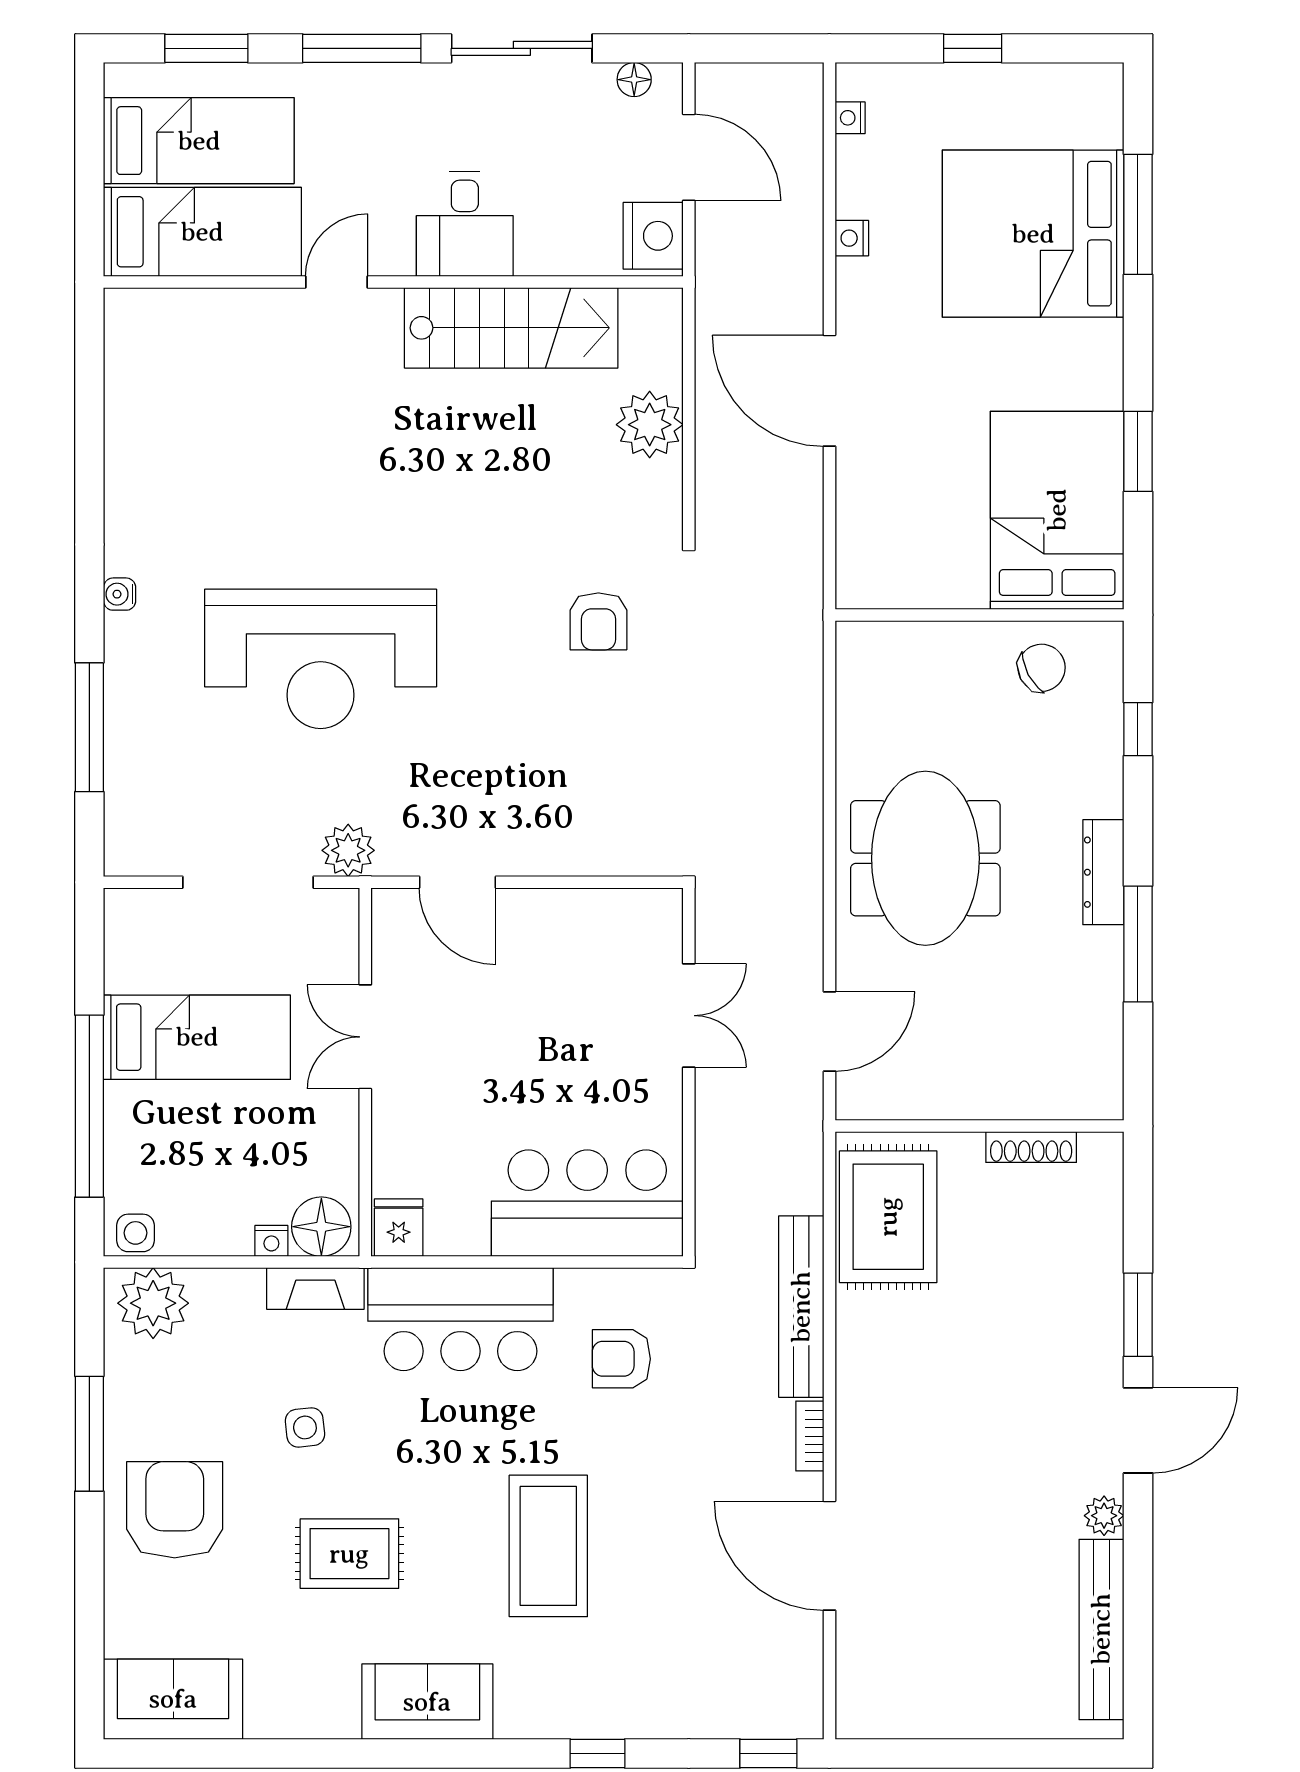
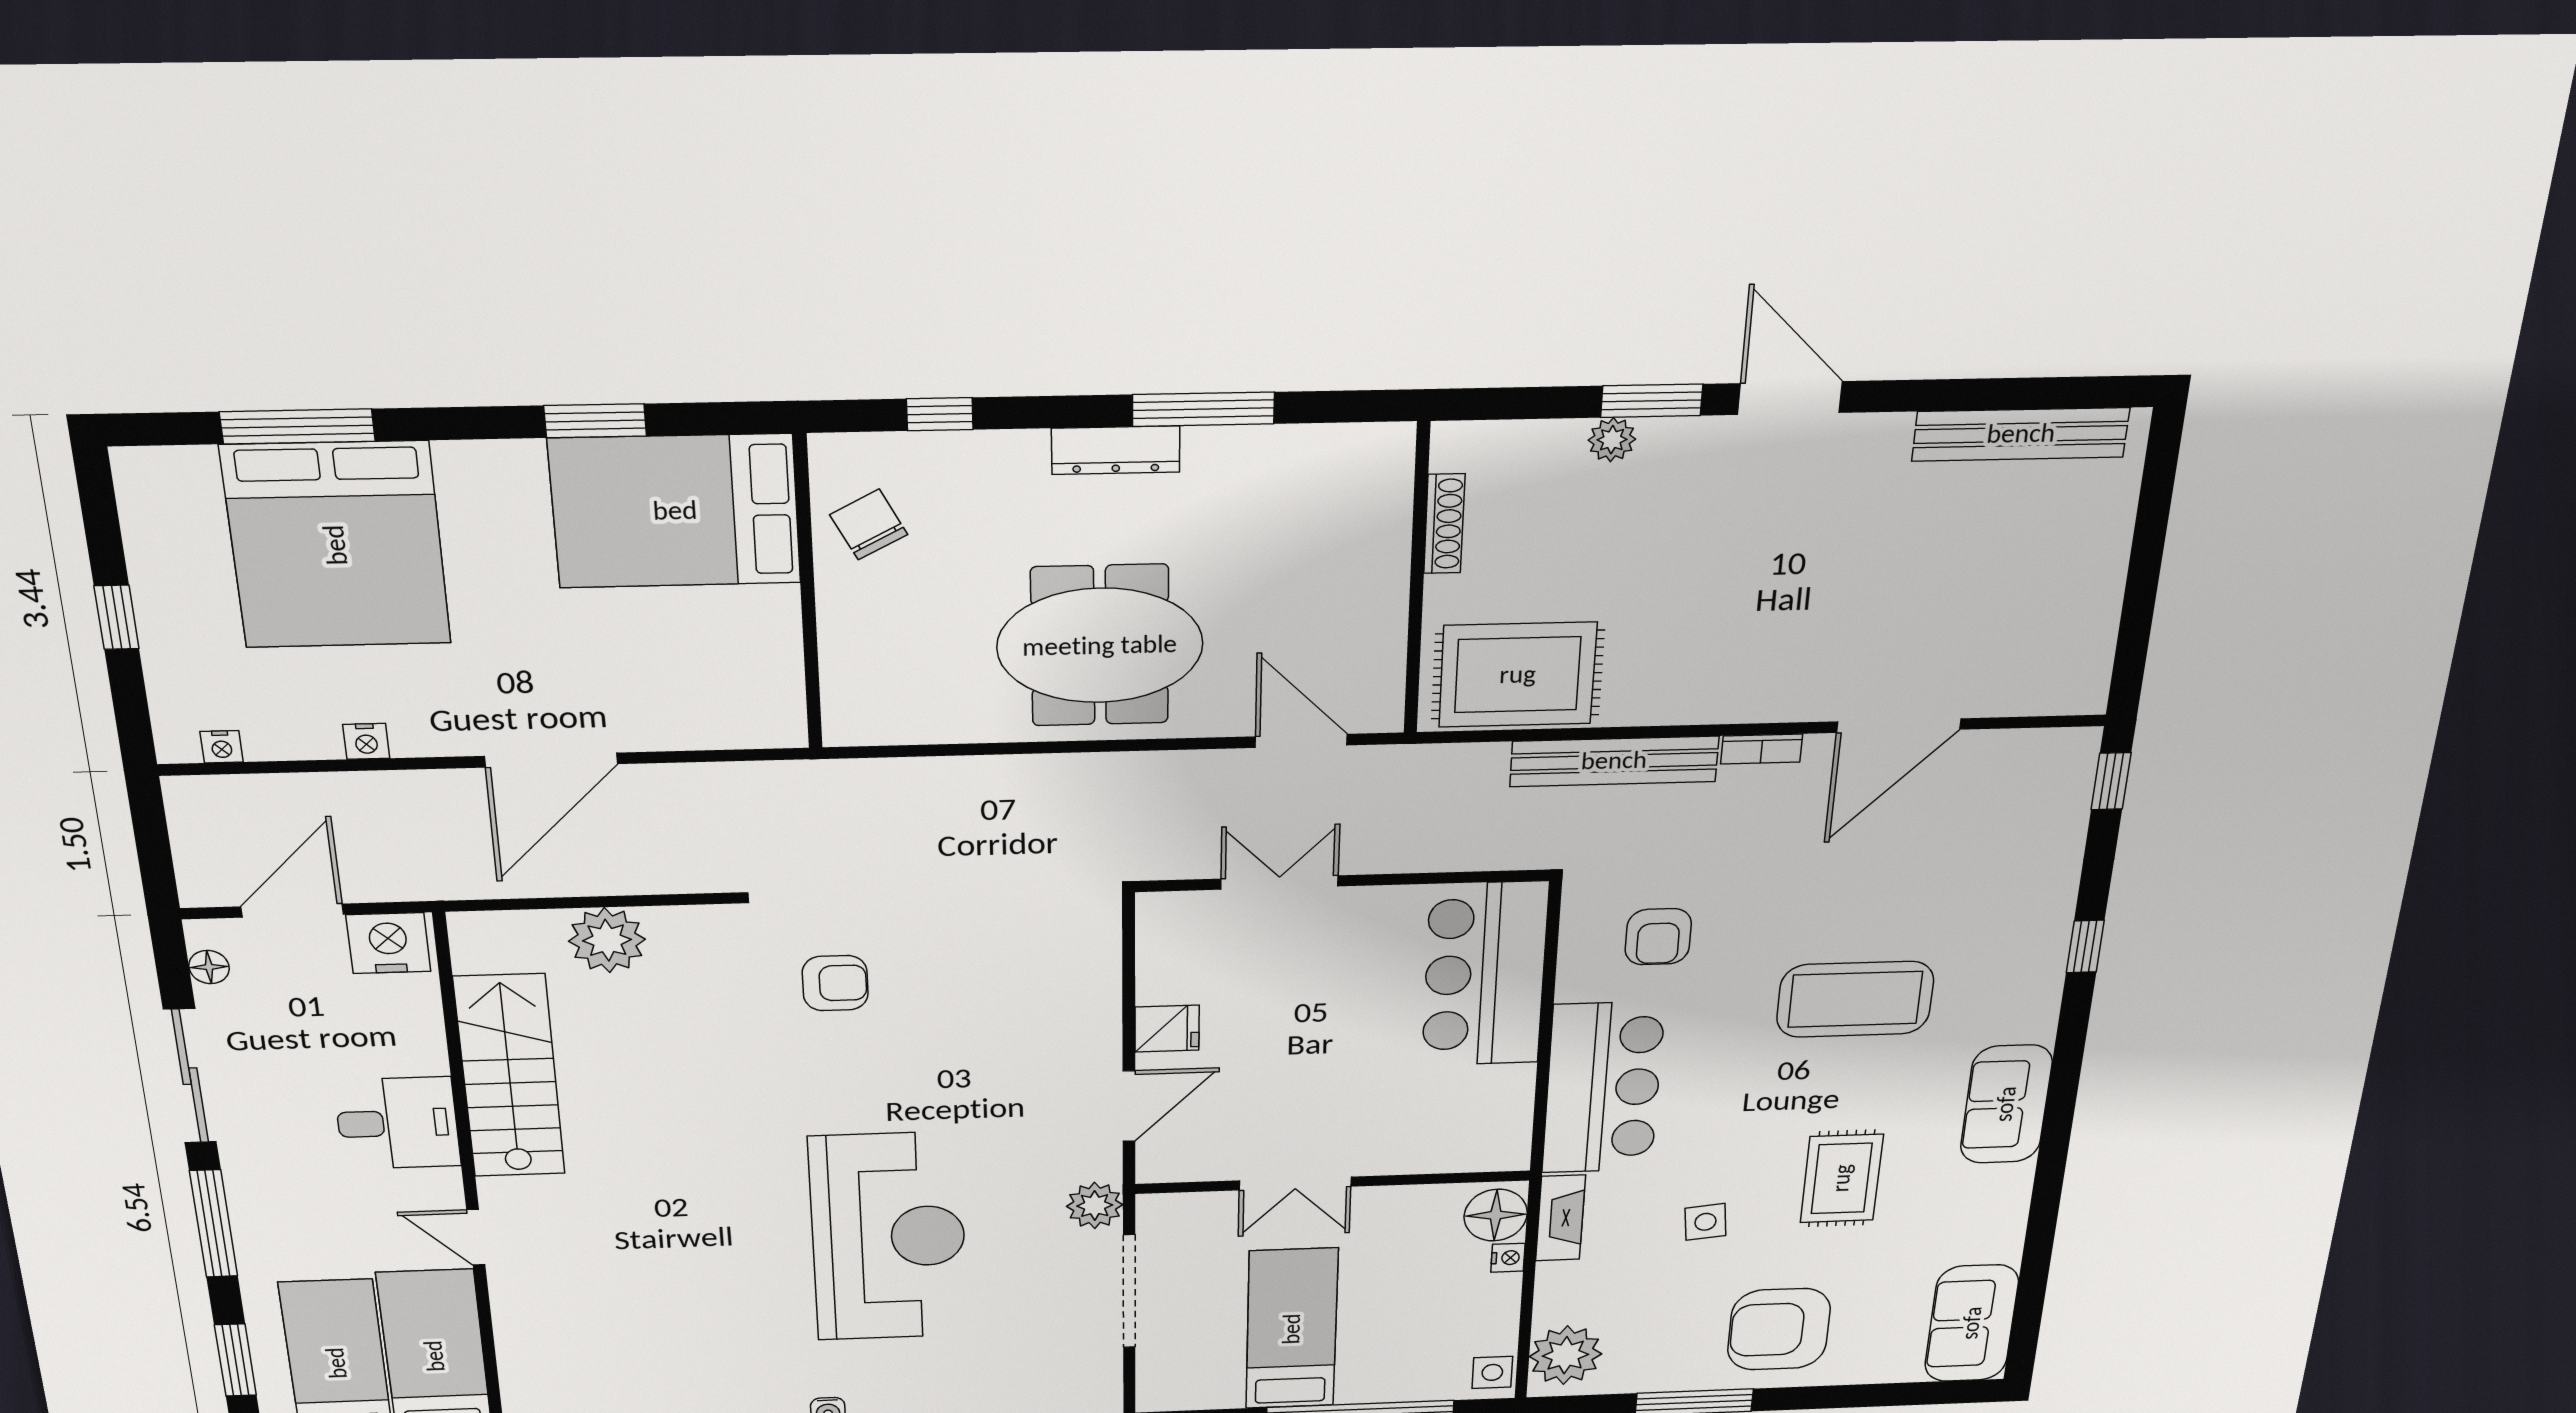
fridge: (399, 1228) -> (1167, 1029), moved, turned 180
plant: (1104, 1516) -> (1612, 440), moved

